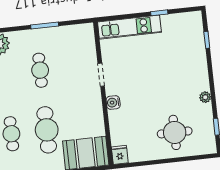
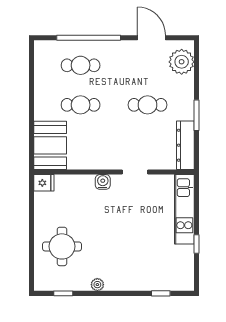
dresser: (72, 32) -> (185, 145), added
cafe table: (47, 130) -> (81, 105), width x0.73, depth x0.74

